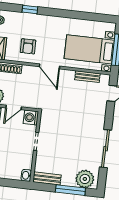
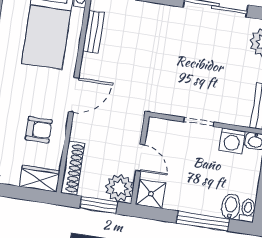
washing machine: (31, 117) -> (232, 141), moved

